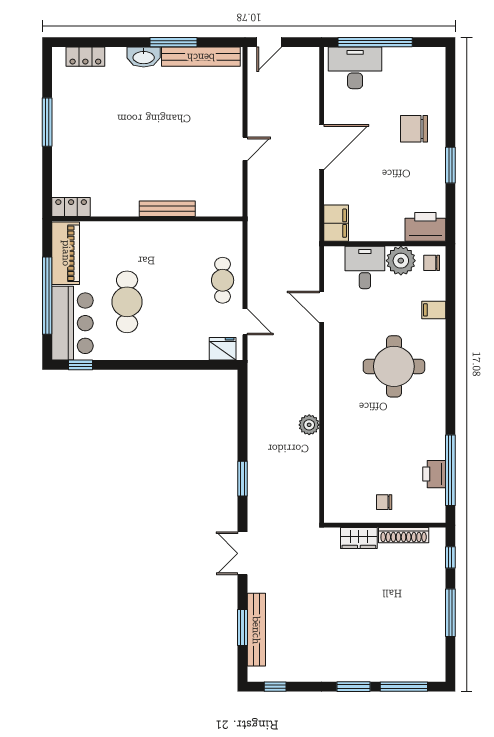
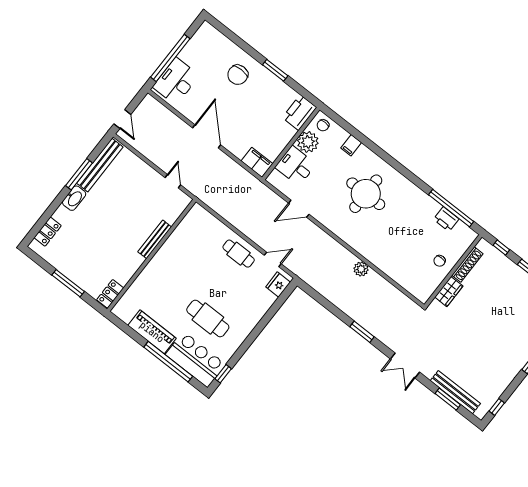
locker: (71, 207) -> (110, 294), moved
bench: (167, 209) -> (155, 239), moved
wall: (147, 219) -> (151, 255), moved

